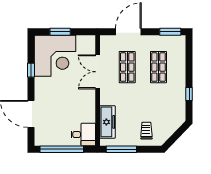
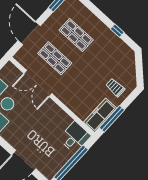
freezer: (107, 122) -> (100, 115), moved, turned -90

